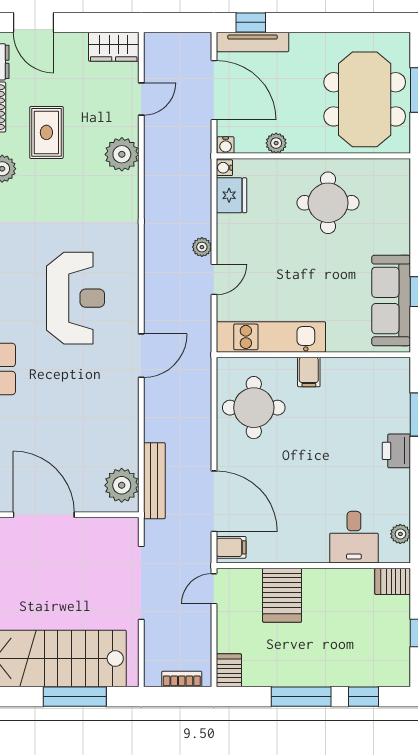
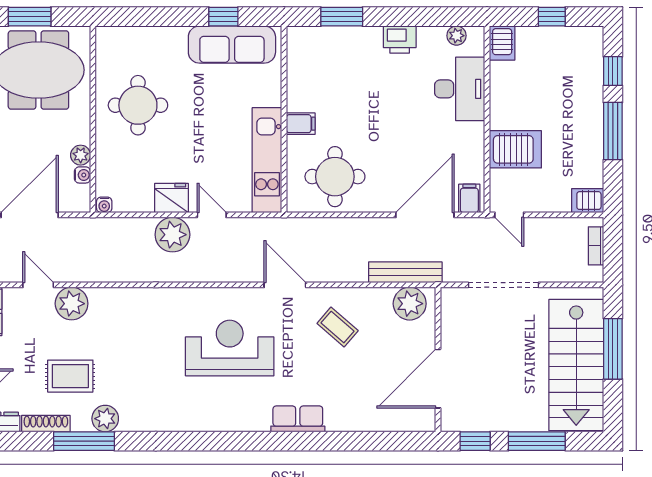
water cooler: (226, 145) -> (82, 175), moved
plant: (122, 154) -> (72, 304), moved
fridge: (232, 195) -> (171, 198), moved
plant: (202, 247) -> (172, 235), width x1.87, depth x1.87
coffee table: (97, 410) -> (338, 327), added
printer: (396, 451) -> (400, 40), moved
desk: (354, 537) -> (460, 89), width x1.37

